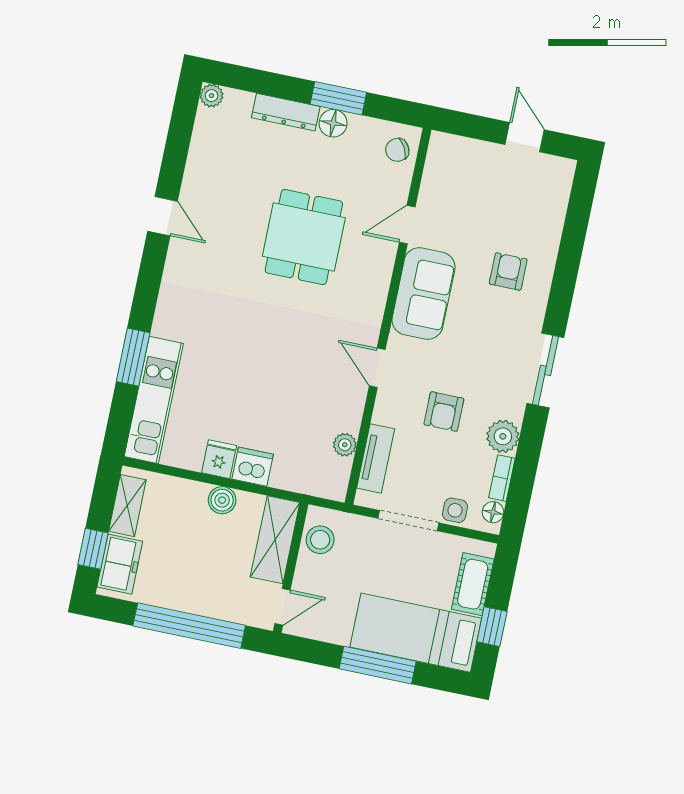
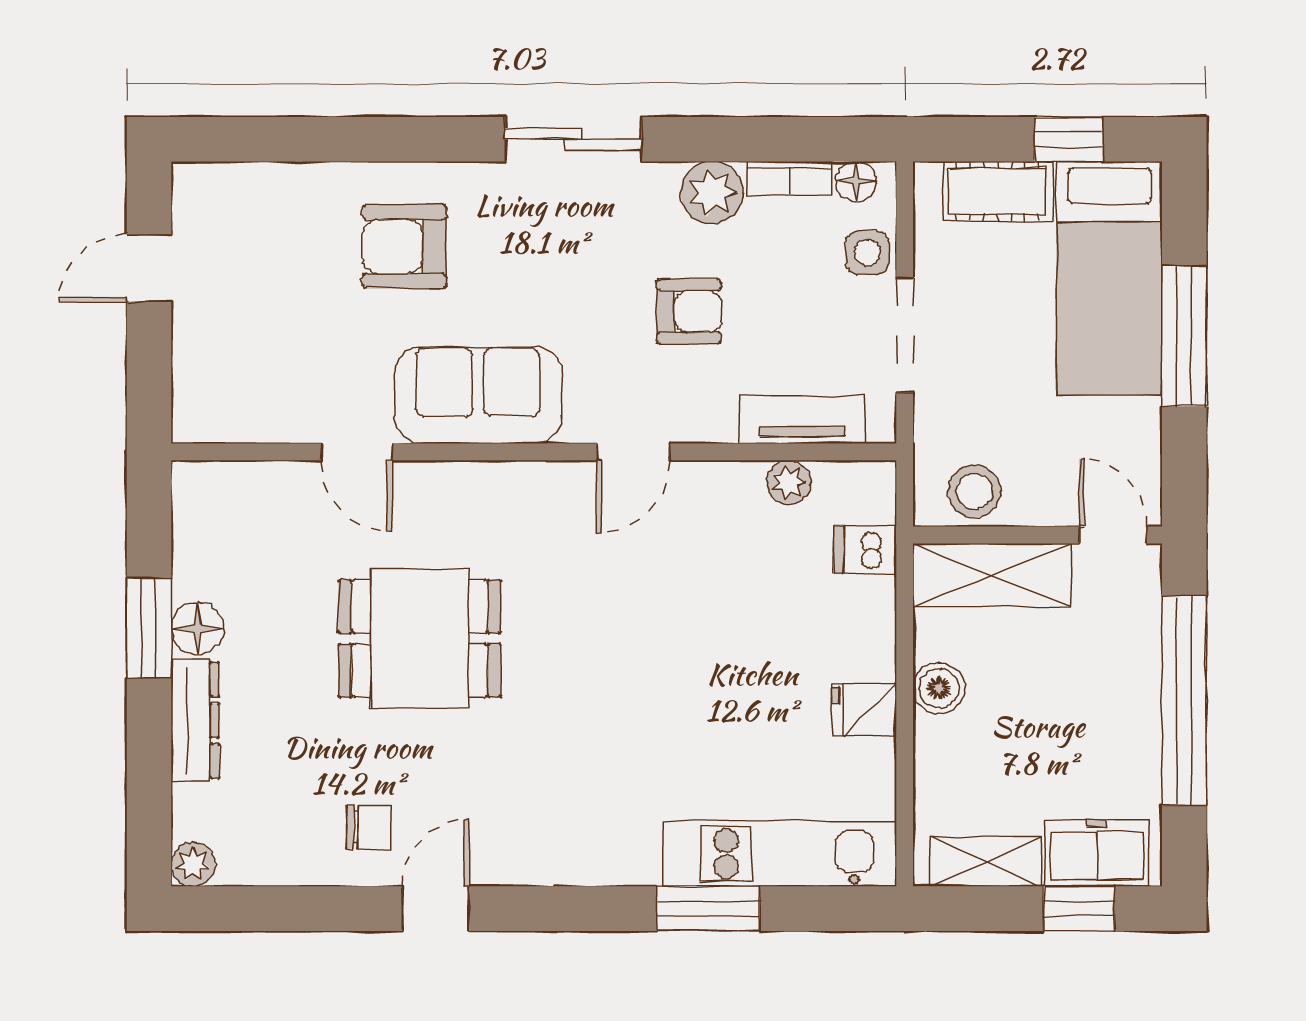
chair: (397, 150) -> (369, 827), moved, turned -61
armchair: (508, 271) -> (404, 247), width x1.38, depth x1.38
dishwasher: (253, 467) -> (865, 550), moved, width x0.73

